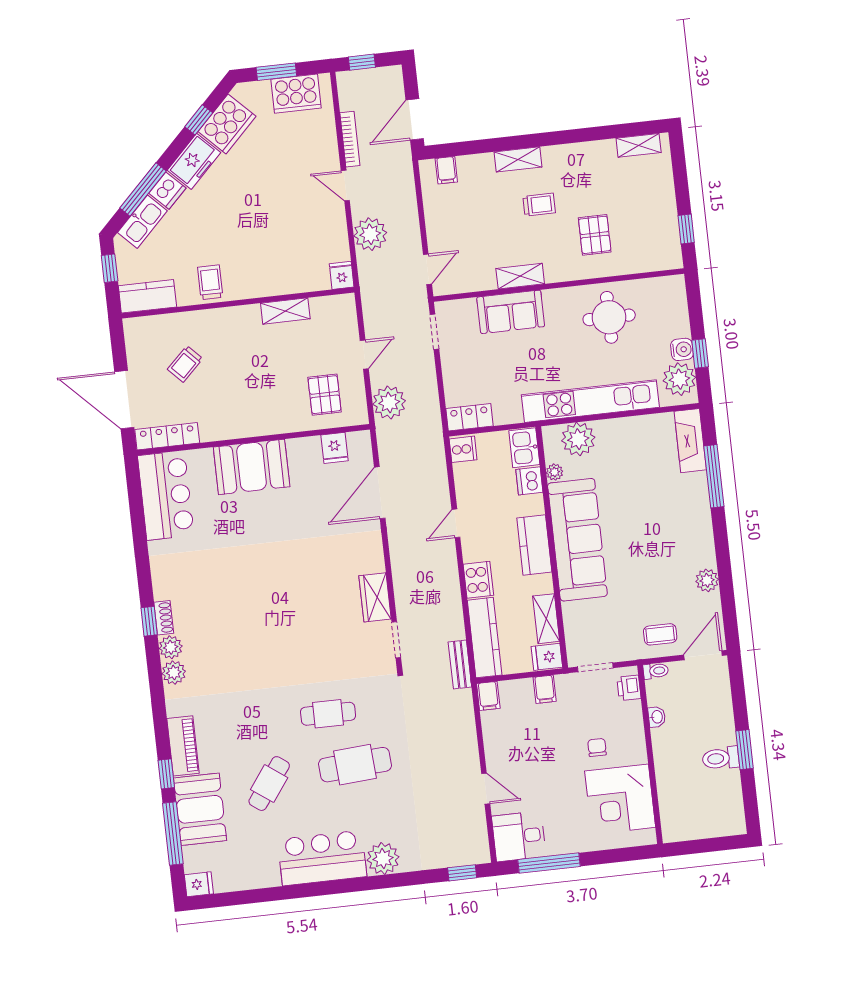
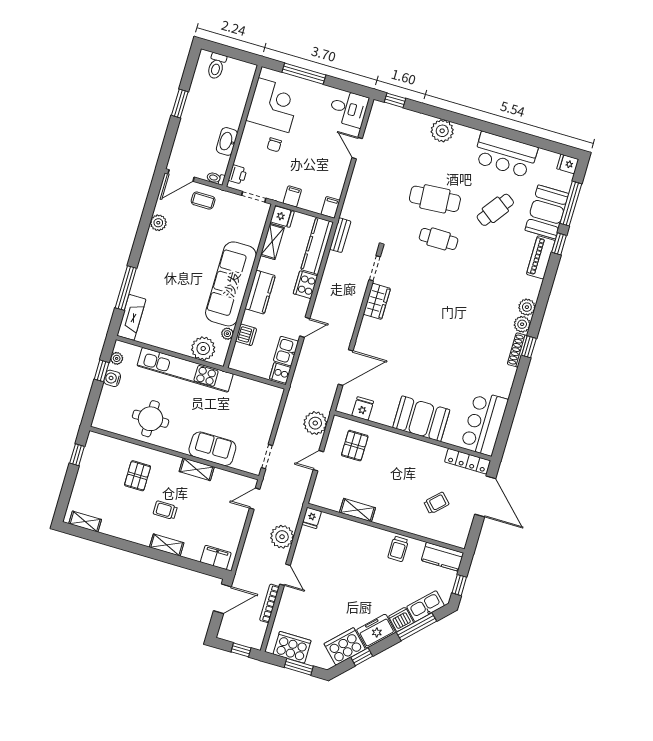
filing cabinet: (446, 170) -> (216, 557), width x2.00
plant: (679, 379) -> (117, 358), width x0.53, depth x0.53
locker: (469, 417) -> (267, 392), removed
kitchen sink: (524, 448) -> (286, 351), moved, turned 180
shoe rack: (164, 618) -> (517, 350), width x1.43
washbasin: (657, 717) -> (227, 141), width x1.91, depth x1.45
toilet: (721, 758) -> (216, 66), moved, turned 90
bar counter: (322, 858) -> (505, 155), moved
window: (549, 863) -> (304, 74), moved

